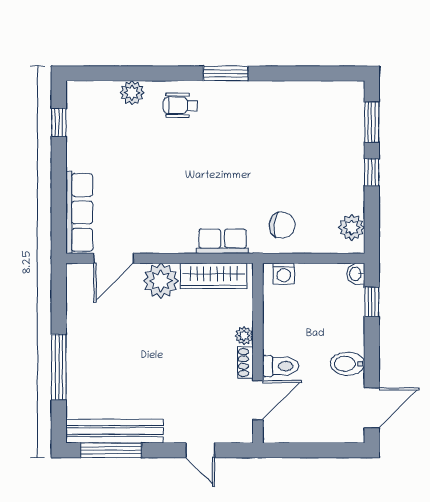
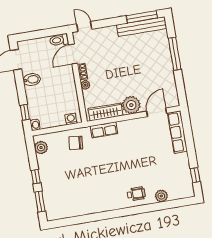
window: (226, 73) -> (116, 213), removed
toilet: (281, 366) -> (59, 40), moved
door: (200, 450) -> (84, 26), moved

